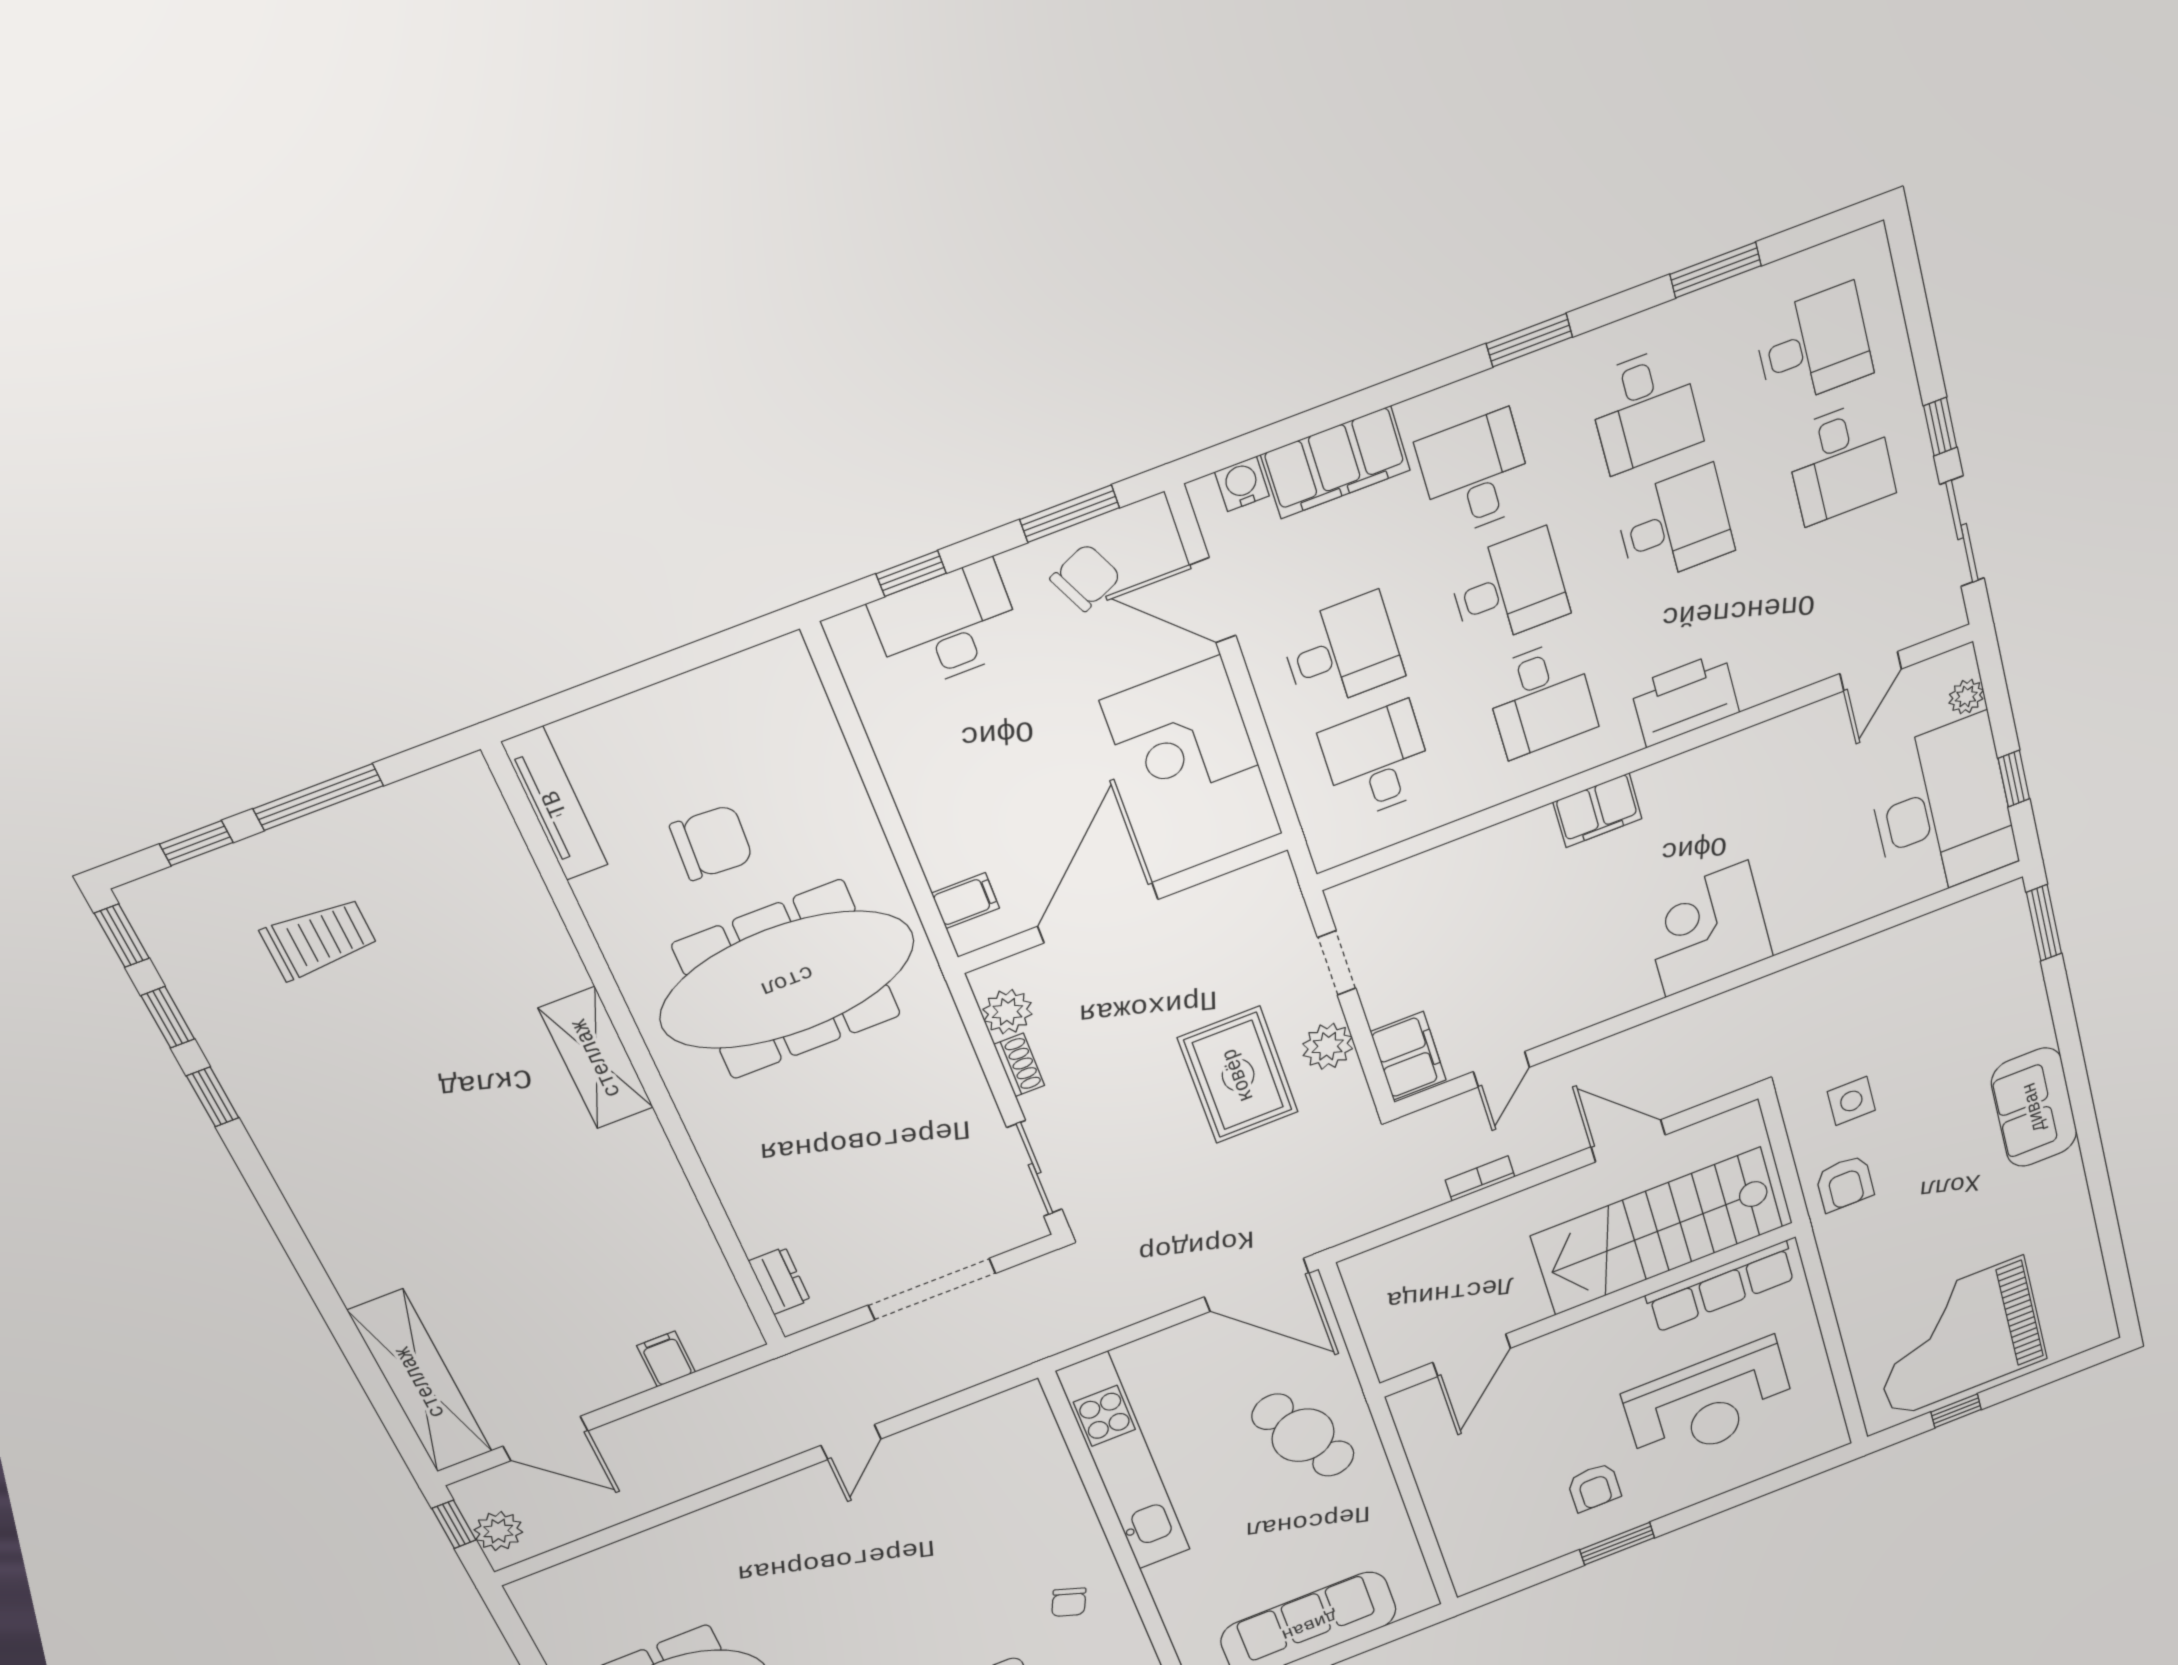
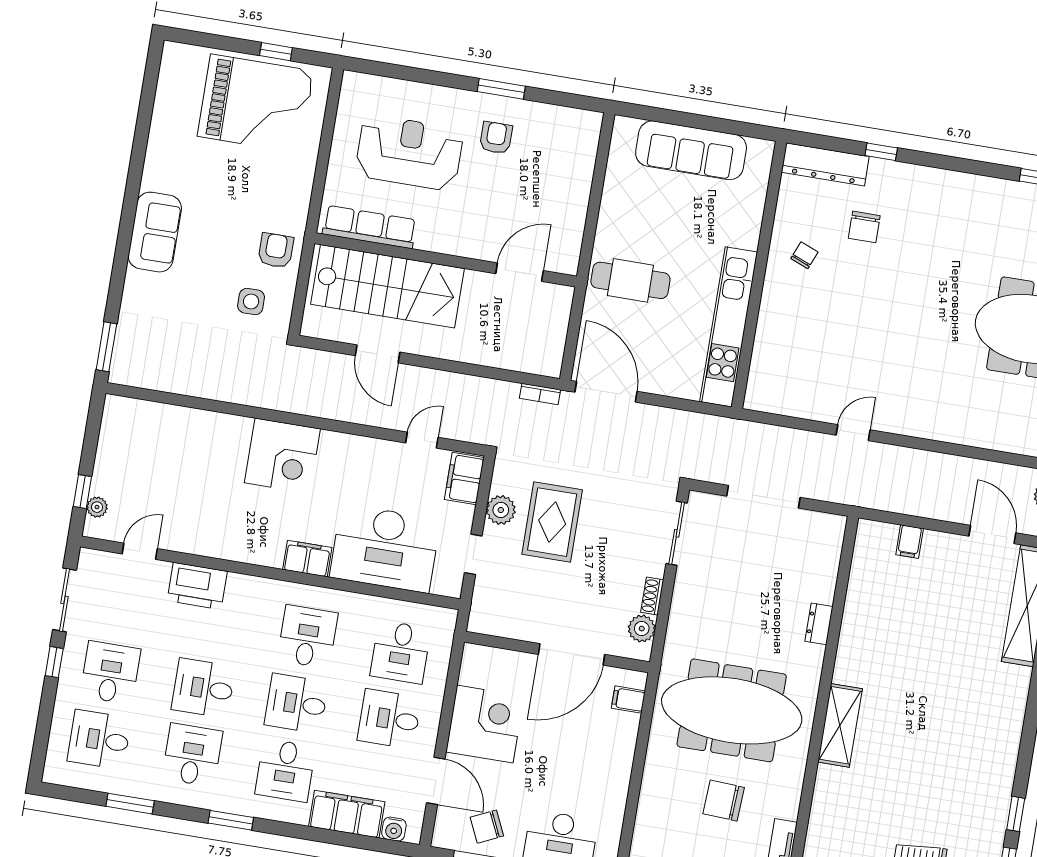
printer: (1685, 699) -> (197, 586), moved
window: (2014, 779) -> (82, 492), moved
desk: (1942, 810) -> (385, 548), moved, turned -90
bookcase: (1480, 1178) -> (540, 394), moved
dresser: (779, 1281) -> (819, 624), moved
cafe table: (1303, 1435) -> (630, 280), turned -64

